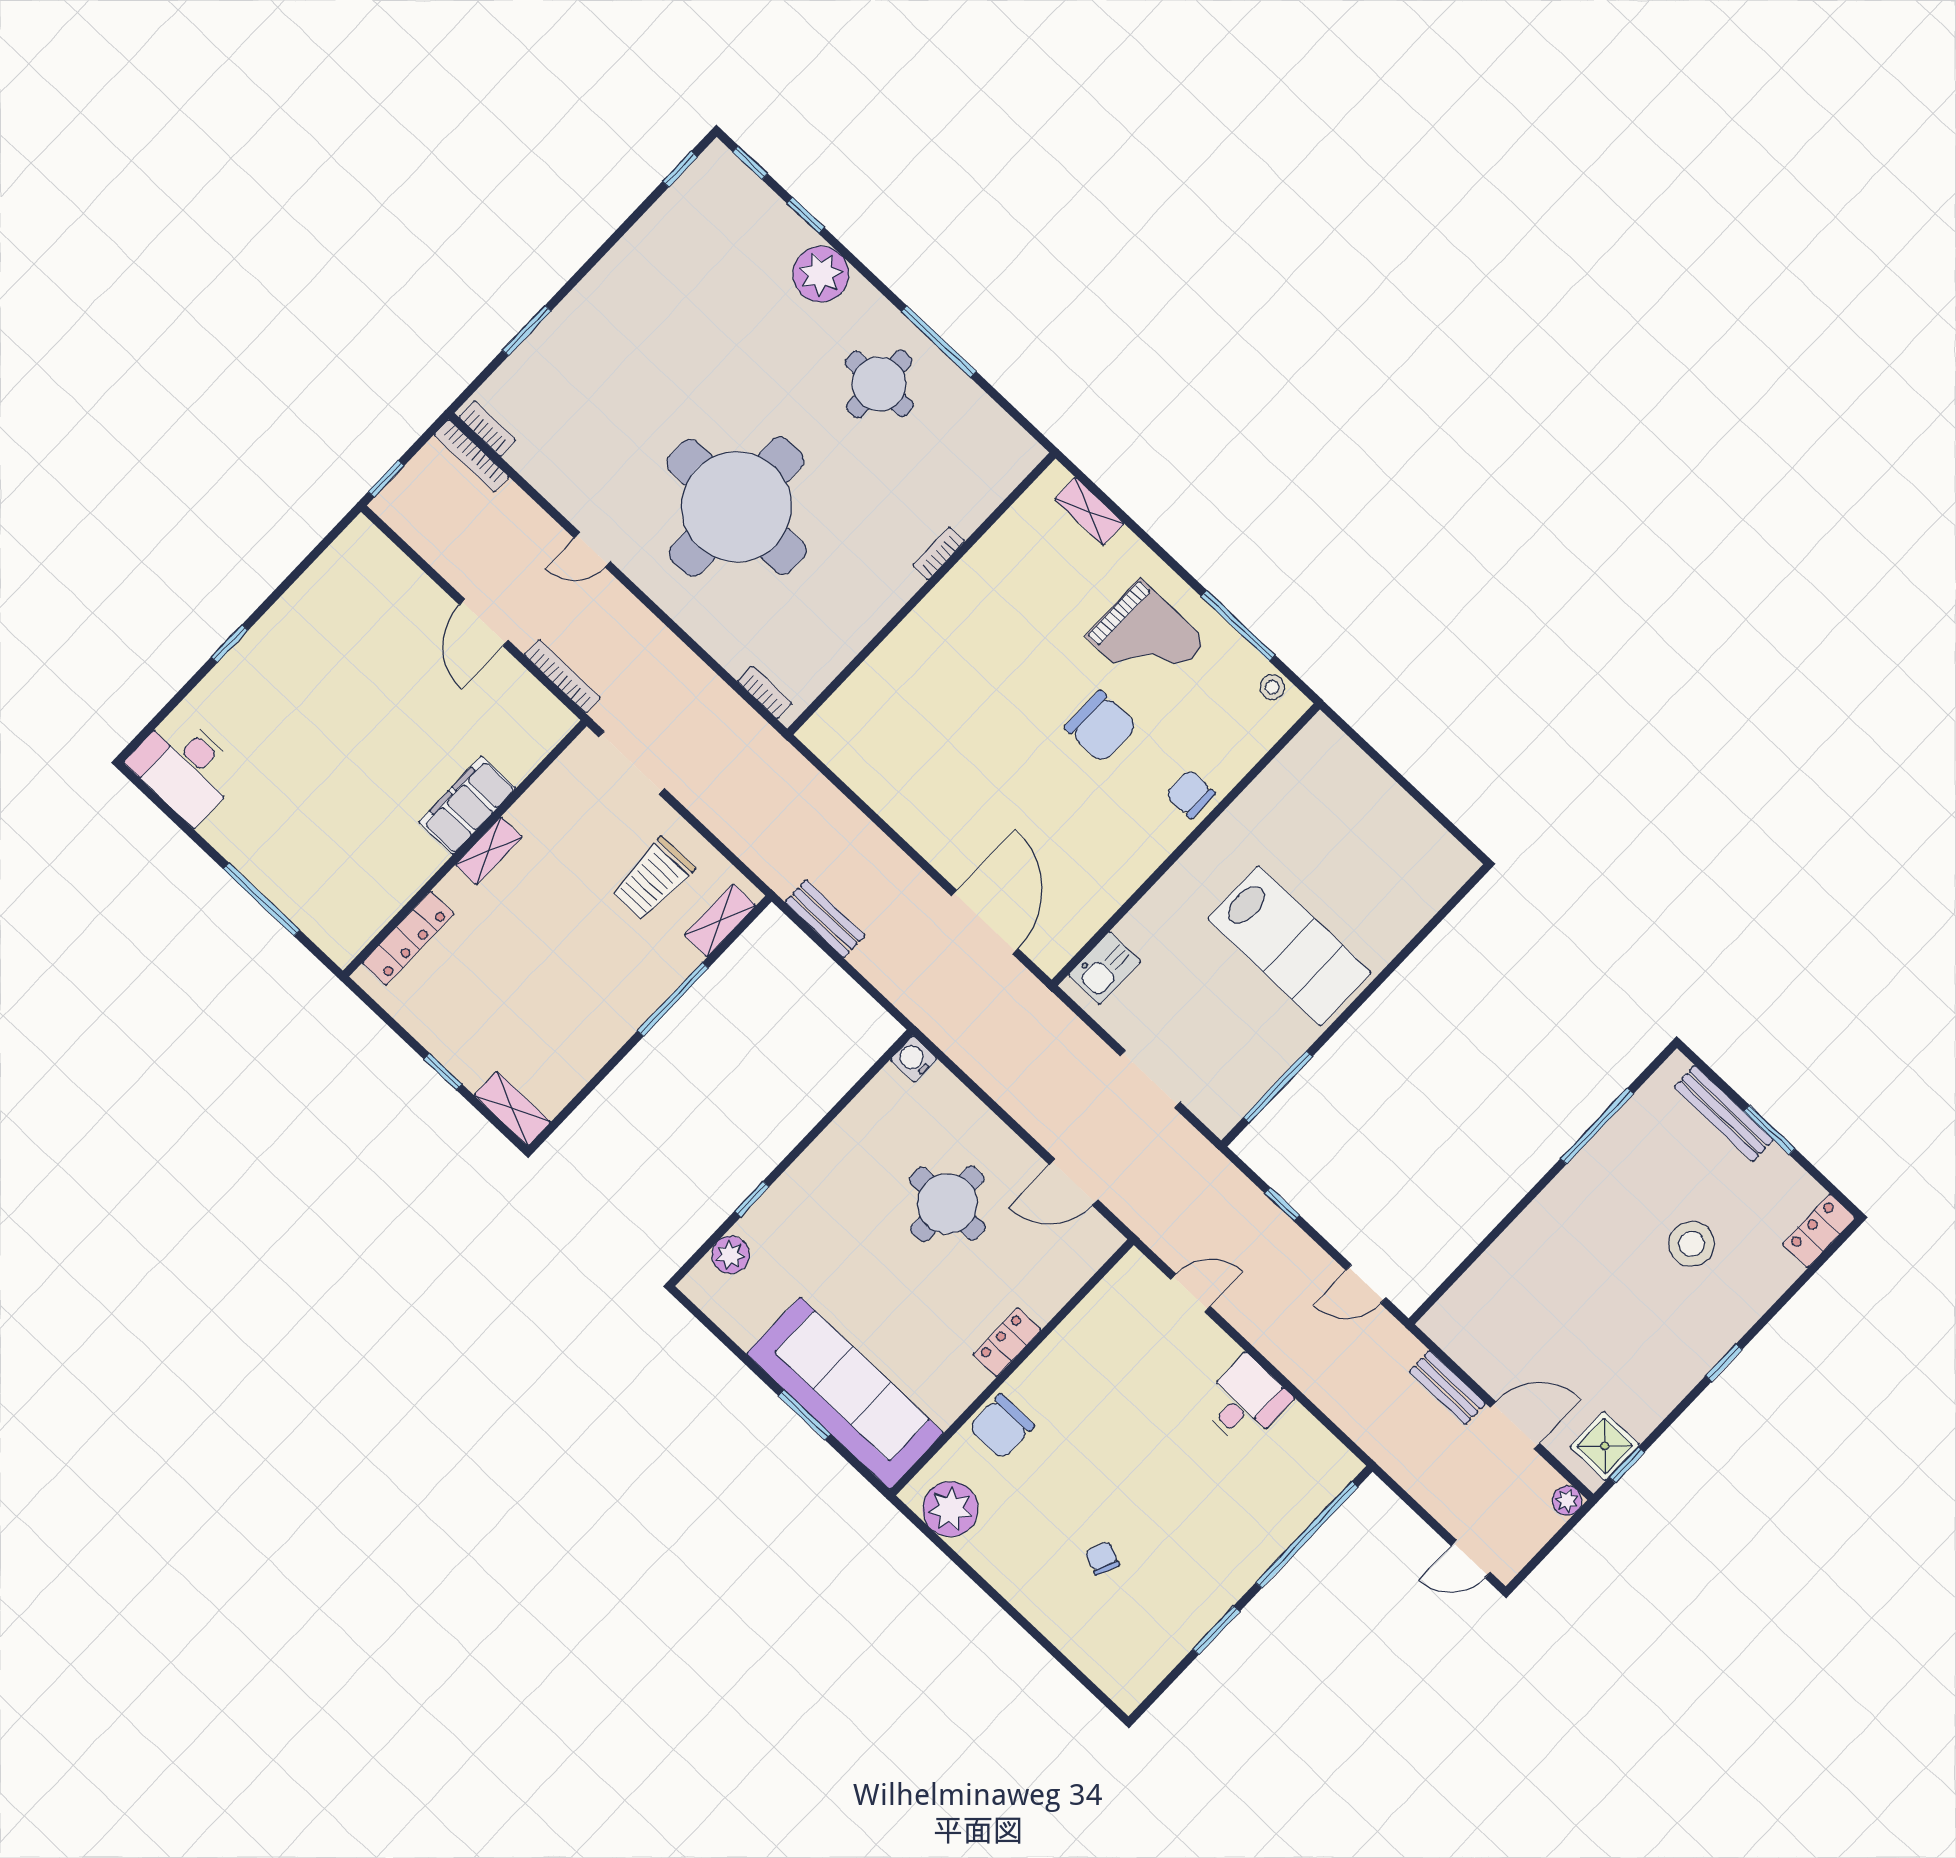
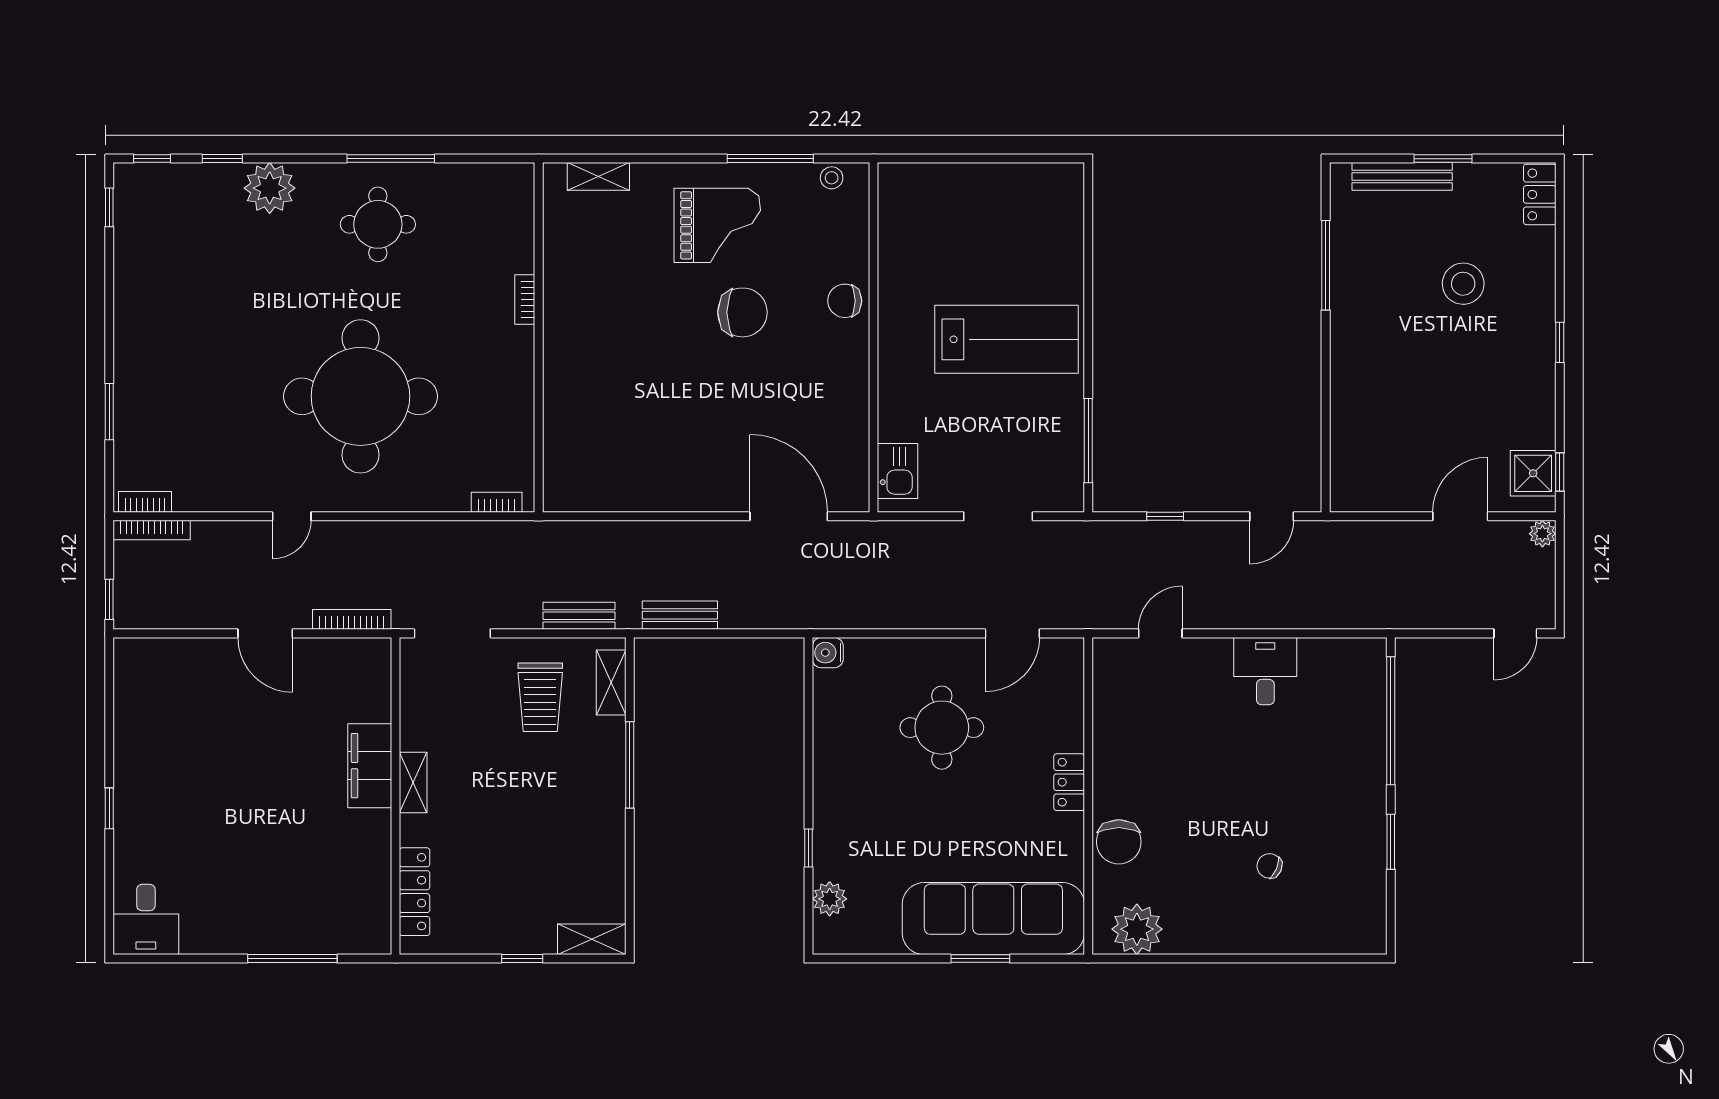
desk: (185, 768) -> (146, 919), width x0.73
bench: (1447, 1388) -> (579, 616), moved

